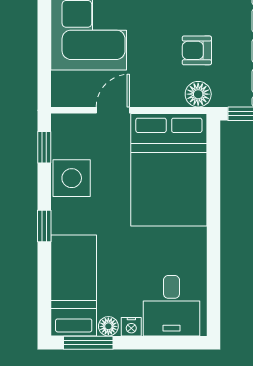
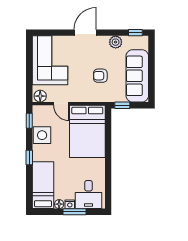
floor lamp: (198, 94) -> (40, 96), moved
door: (113, 110) -> (61, 104), swing flipped
window: (88, 343) -> (75, 212), moved

